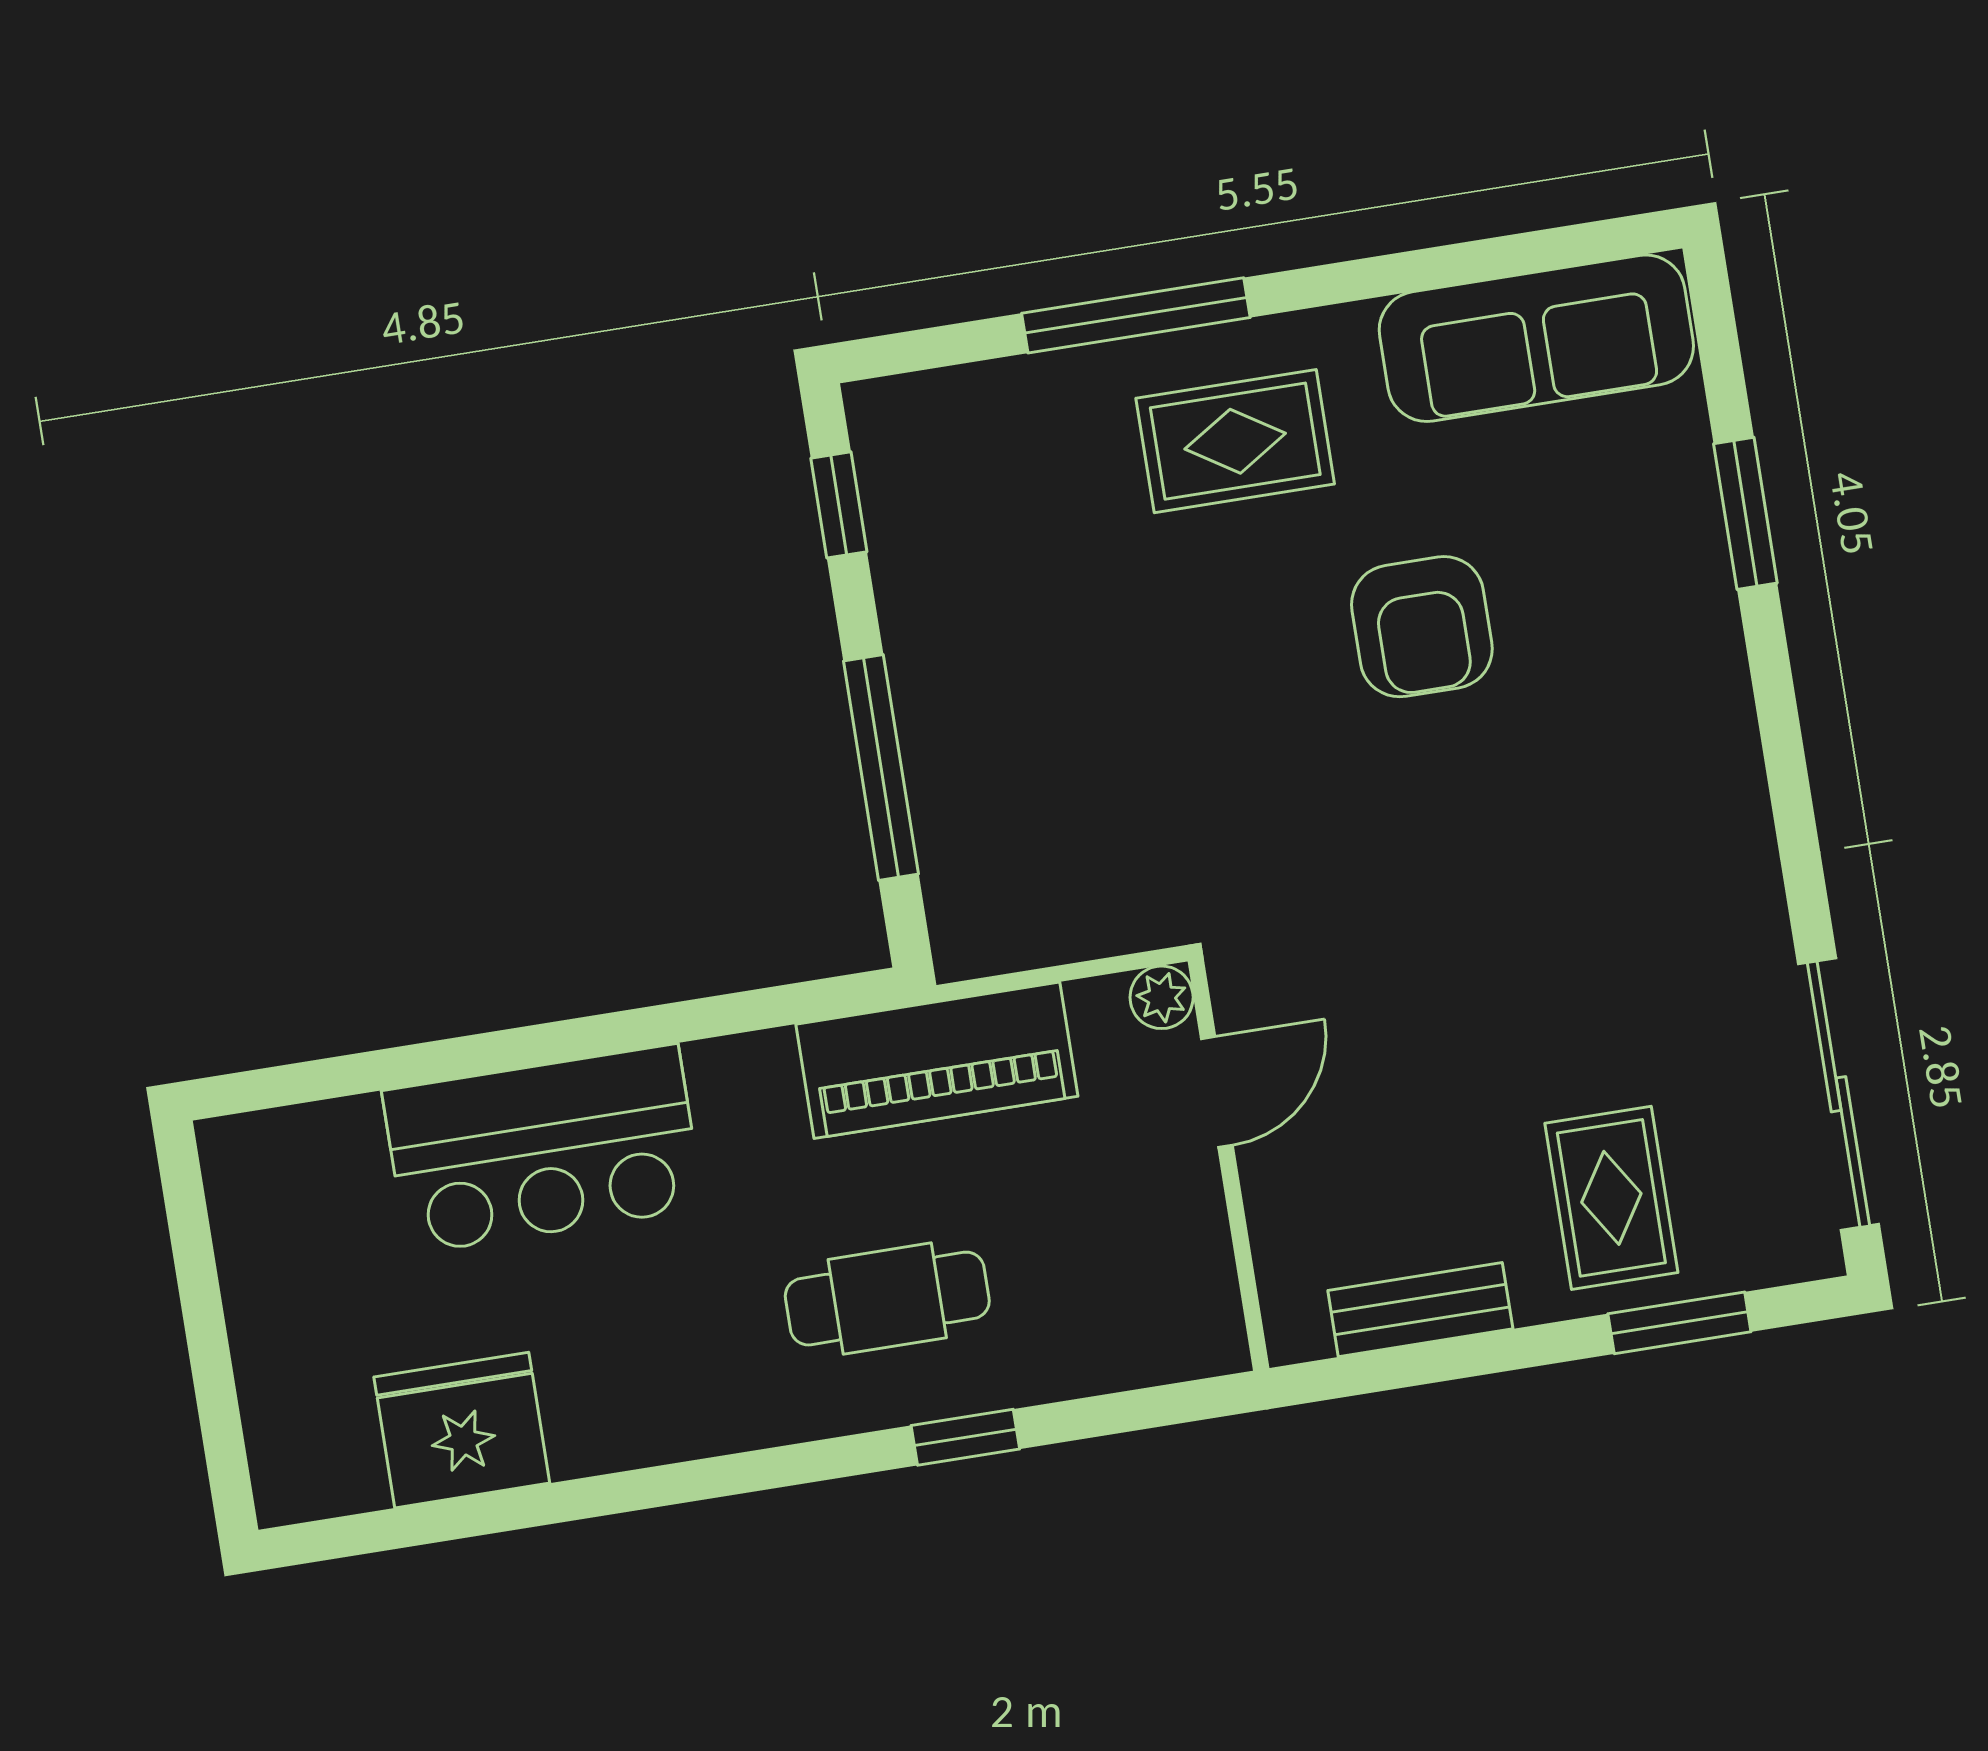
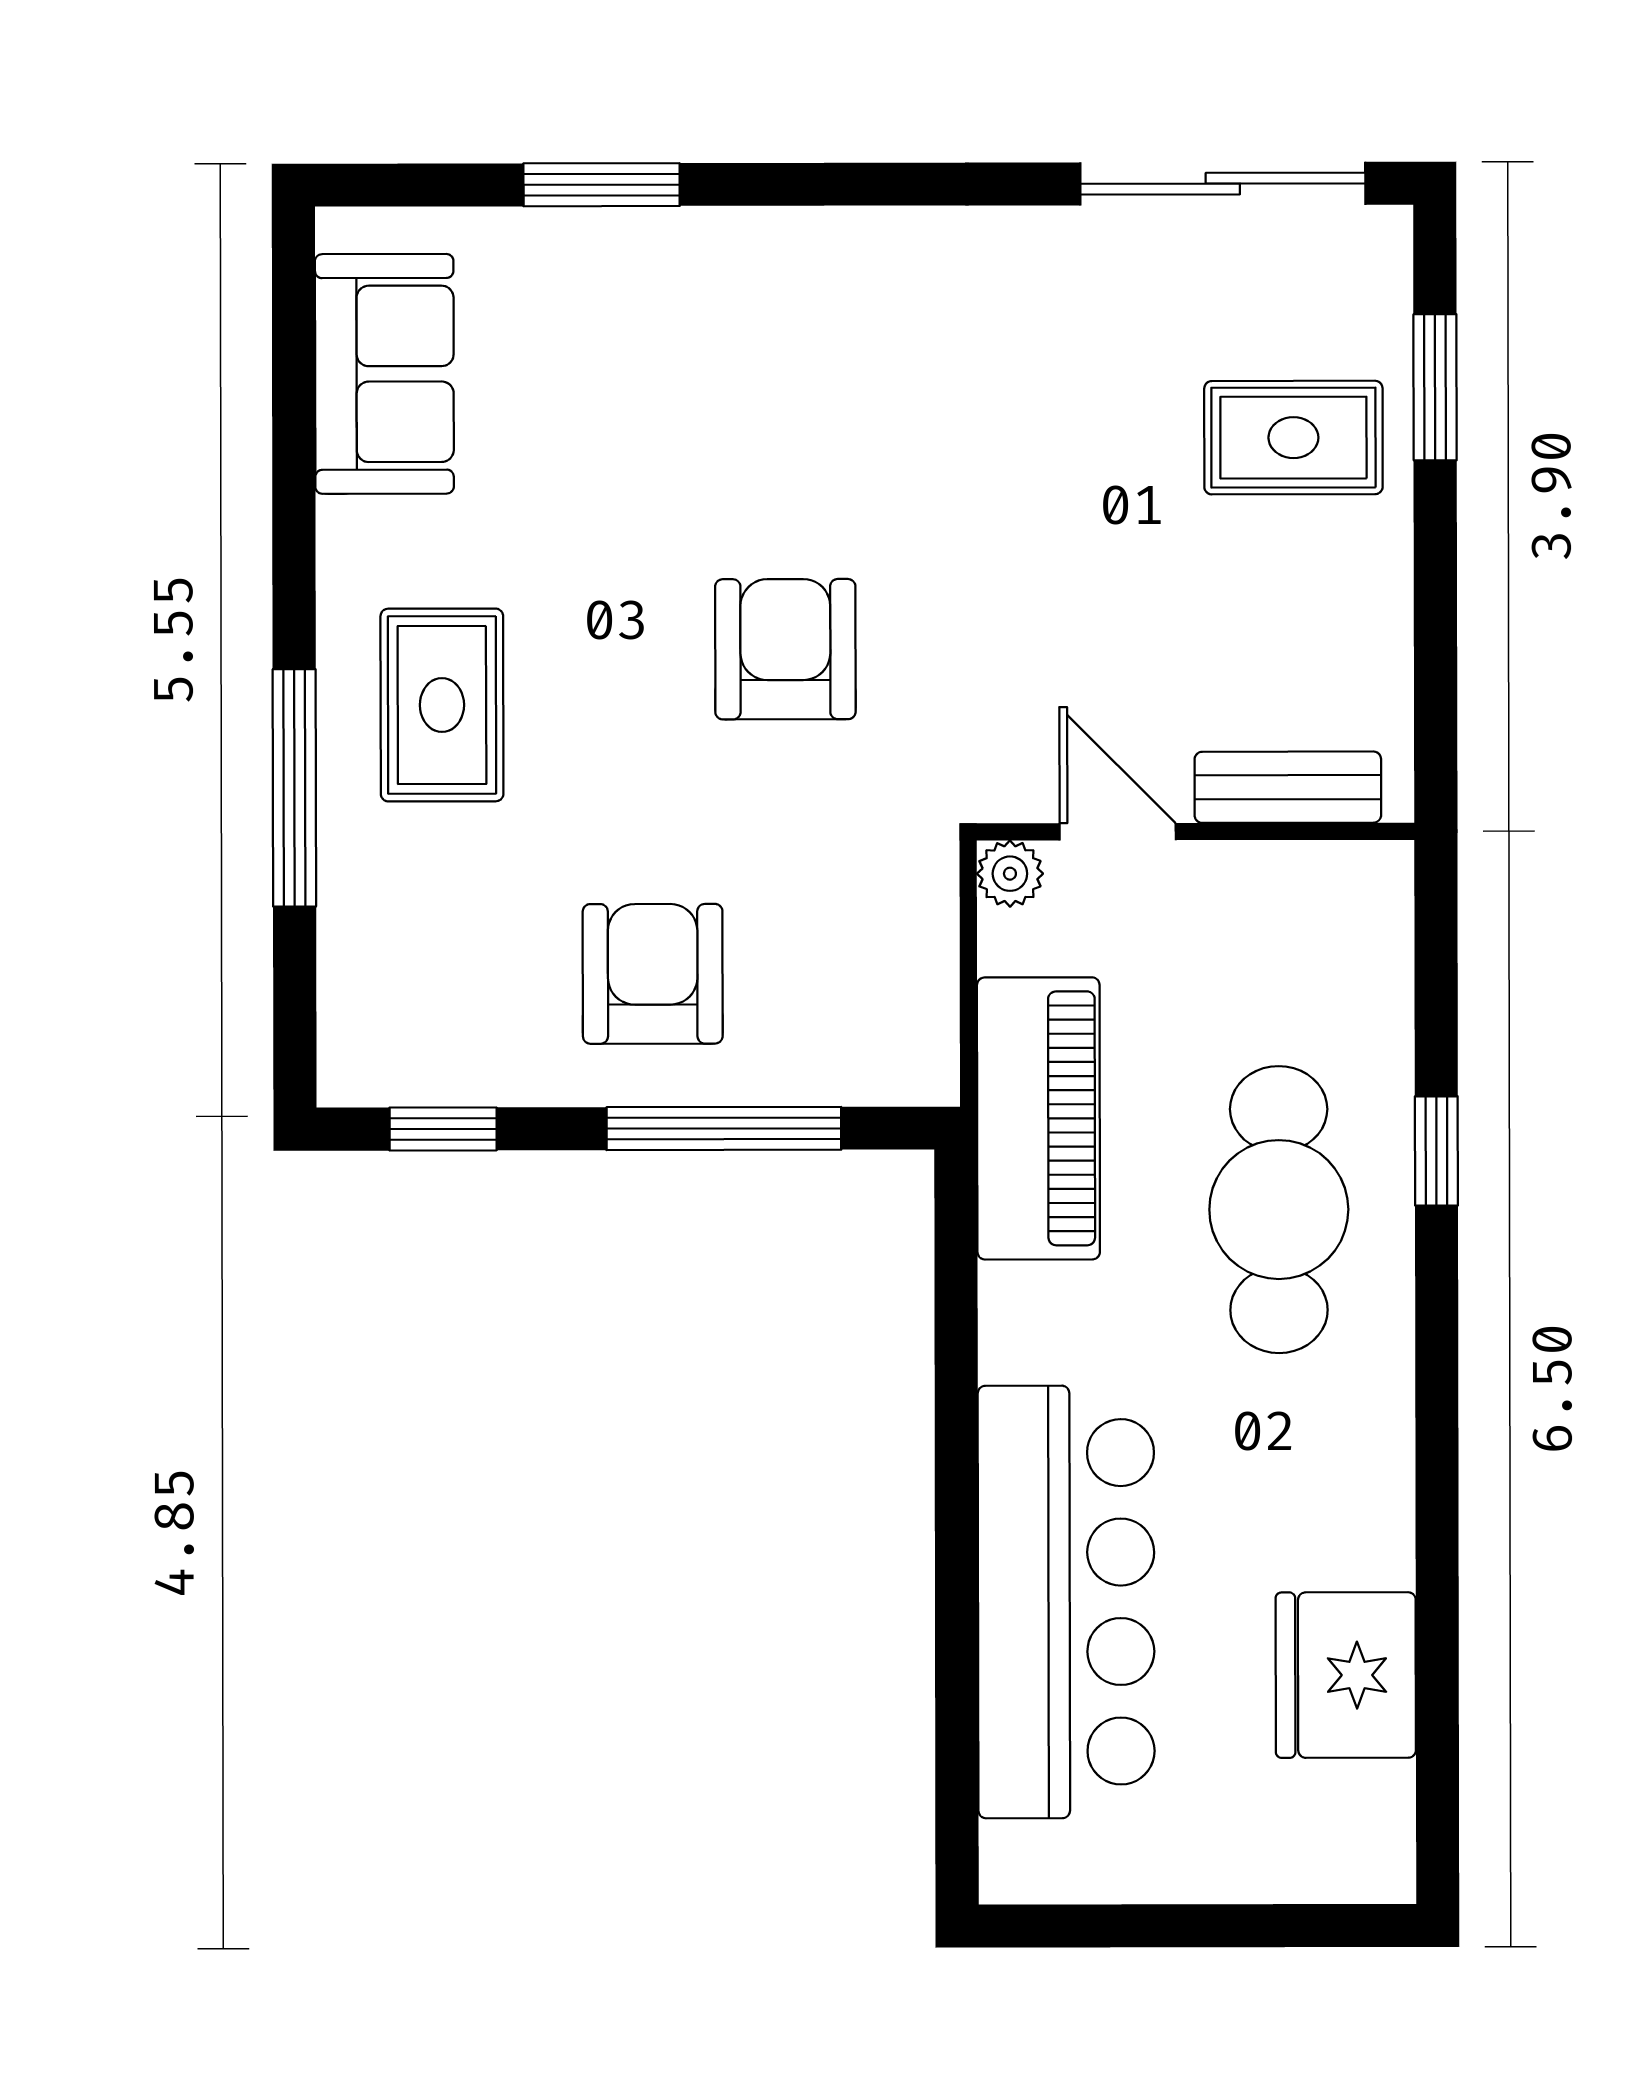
sofa: (1536, 338) -> (384, 374), width x0.73
armchair: (1422, 627) -> (785, 649), moved, turned -90
armchair: (1015, 678) -> (653, 974), added
bar counter: (543, 1149) -> (1066, 1602), width x1.36
cafe table: (887, 1299) -> (1279, 1210), width x1.37, depth x1.35
bench: (1420, 1310) -> (1288, 787), moved, turned 90

